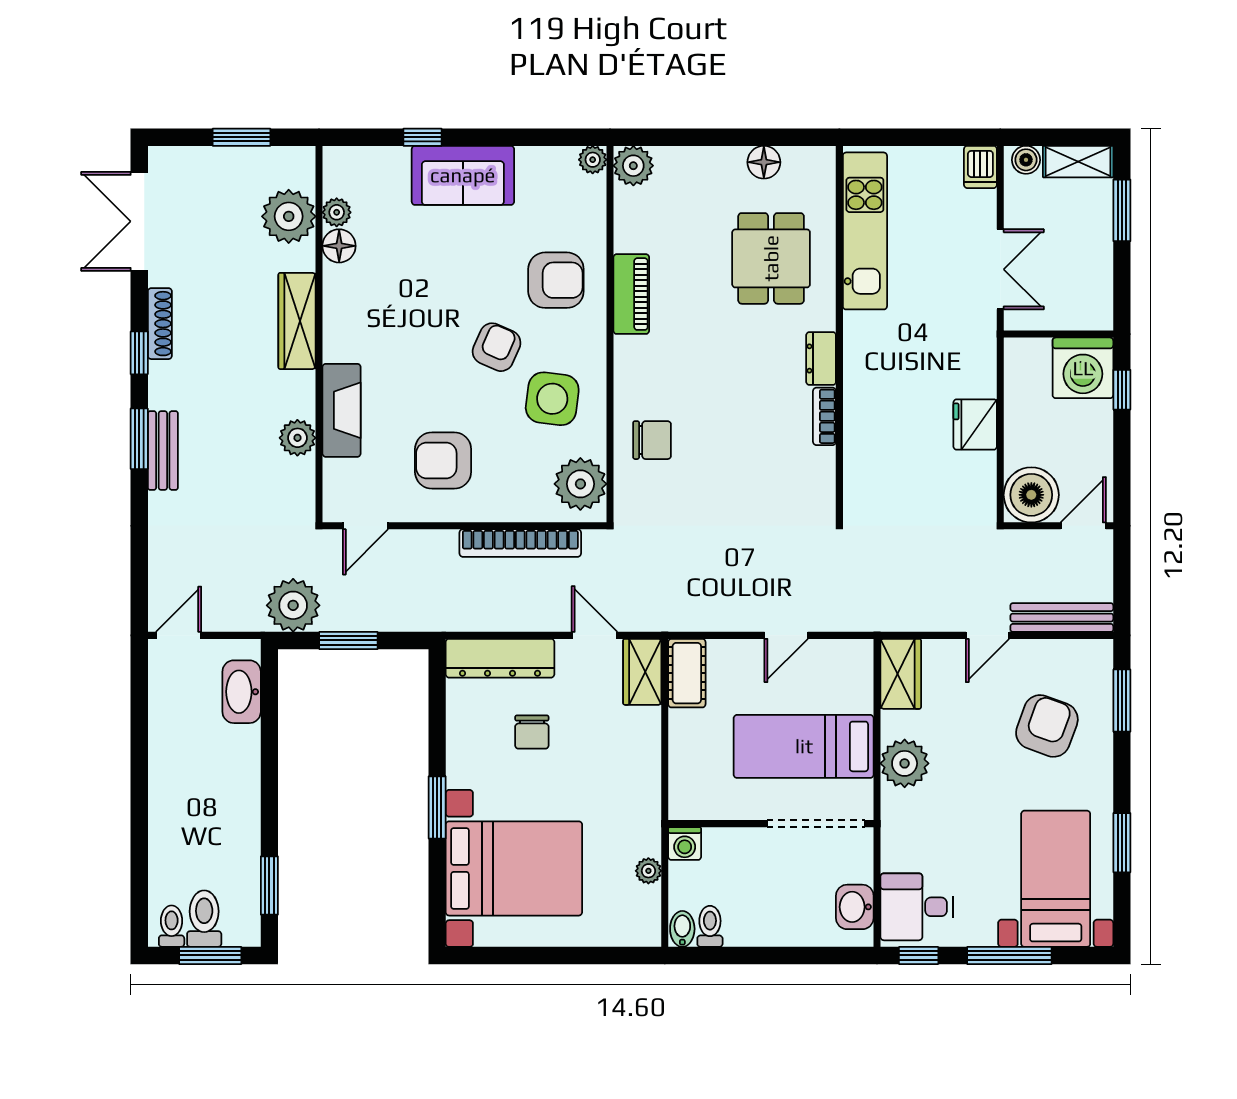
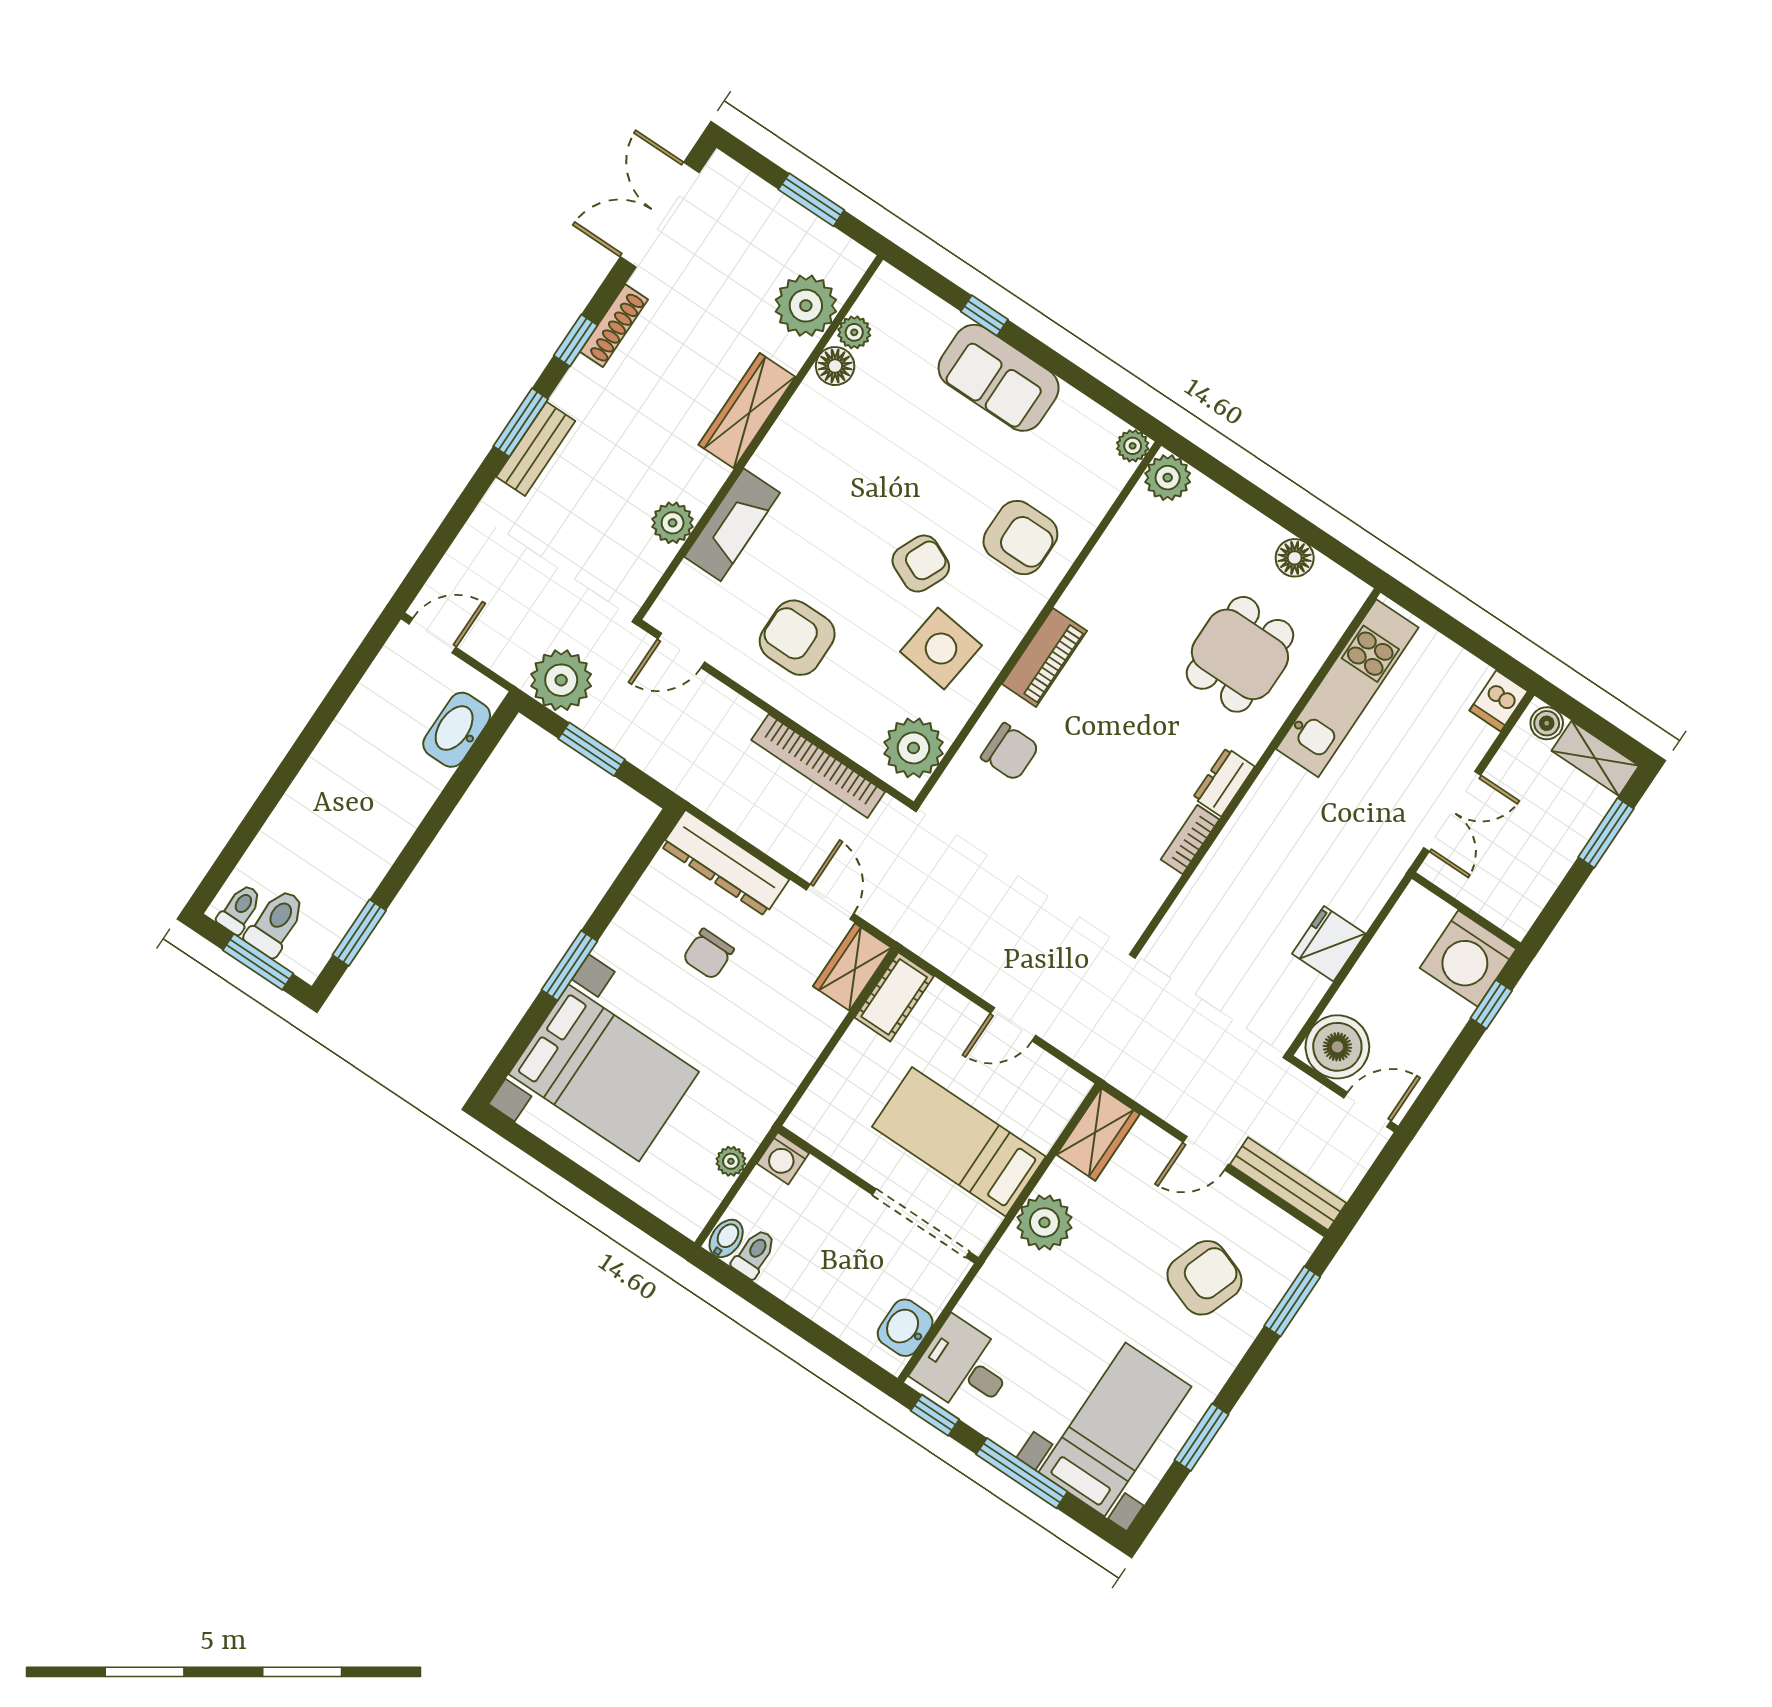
piano: (631, 294) -> (1044, 657), moved

